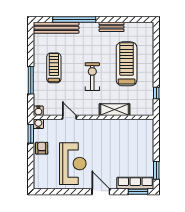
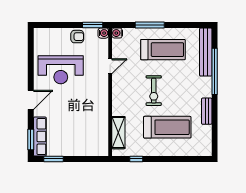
treadmill: (54, 68) -> (163, 50), width x1.37, depth x1.38
exercise bike: (92, 77) -> (154, 91), turned 90
shelving: (115, 110) -> (118, 133), moved

